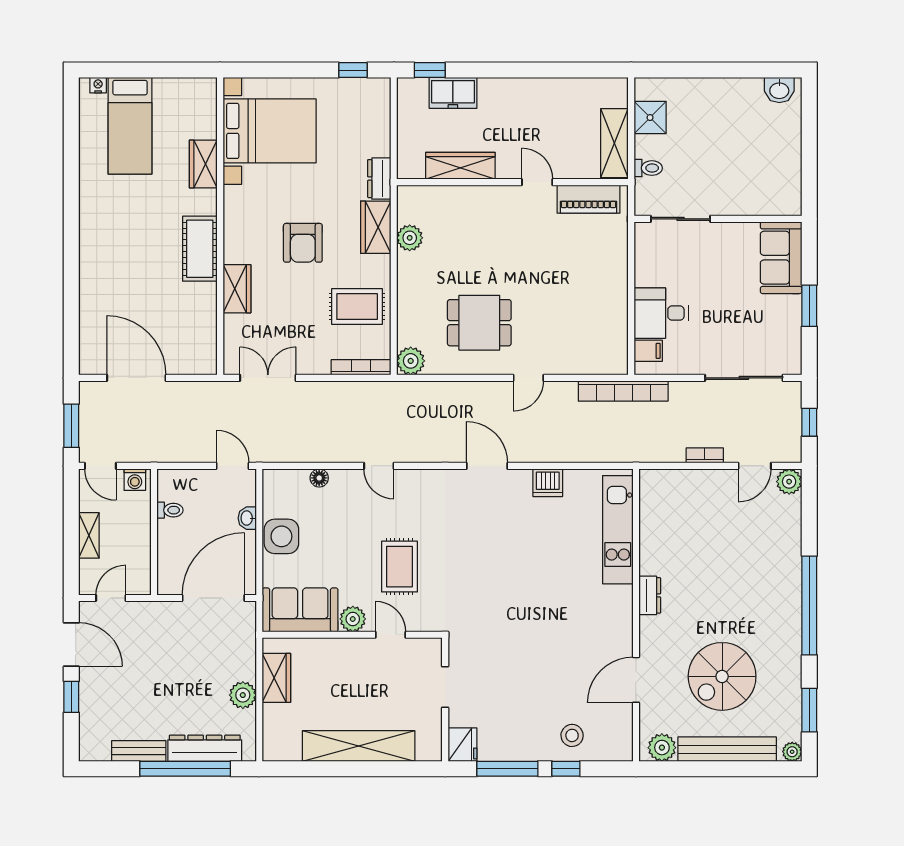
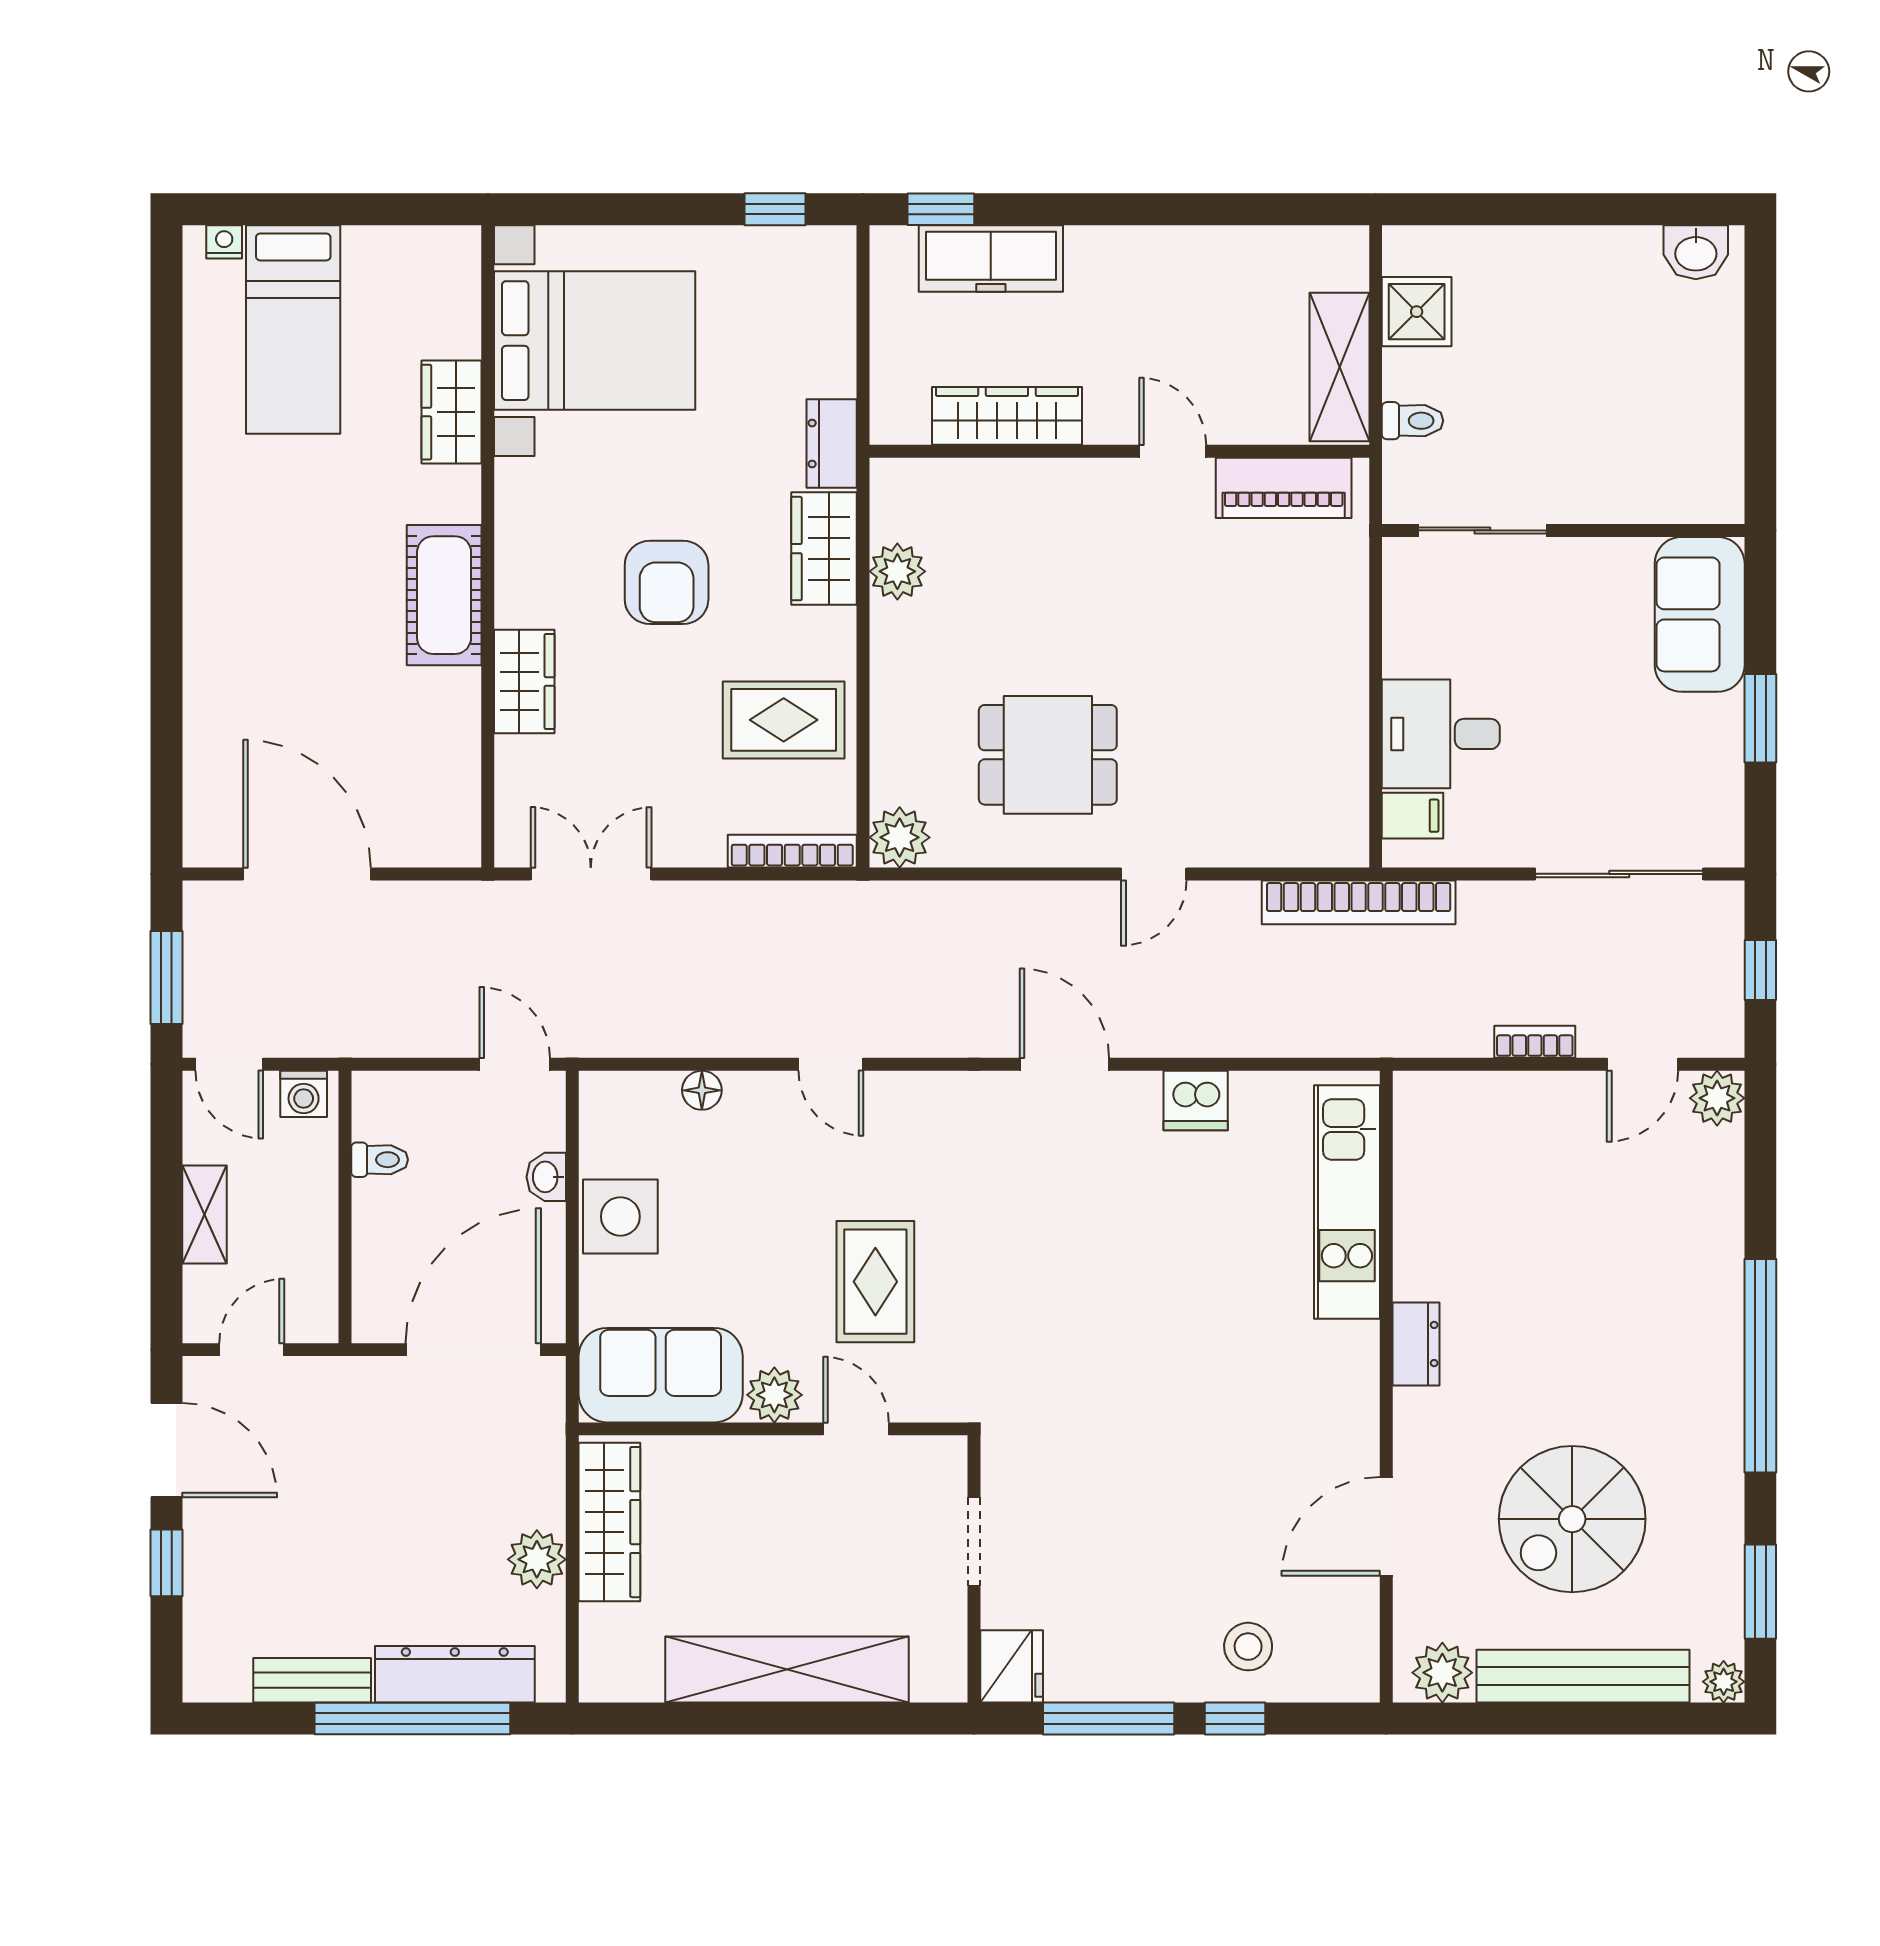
freezer: (453, 93) -> (991, 258), width x1.40
wardrobe: (276, 678) -> (609, 1522), width x1.50

